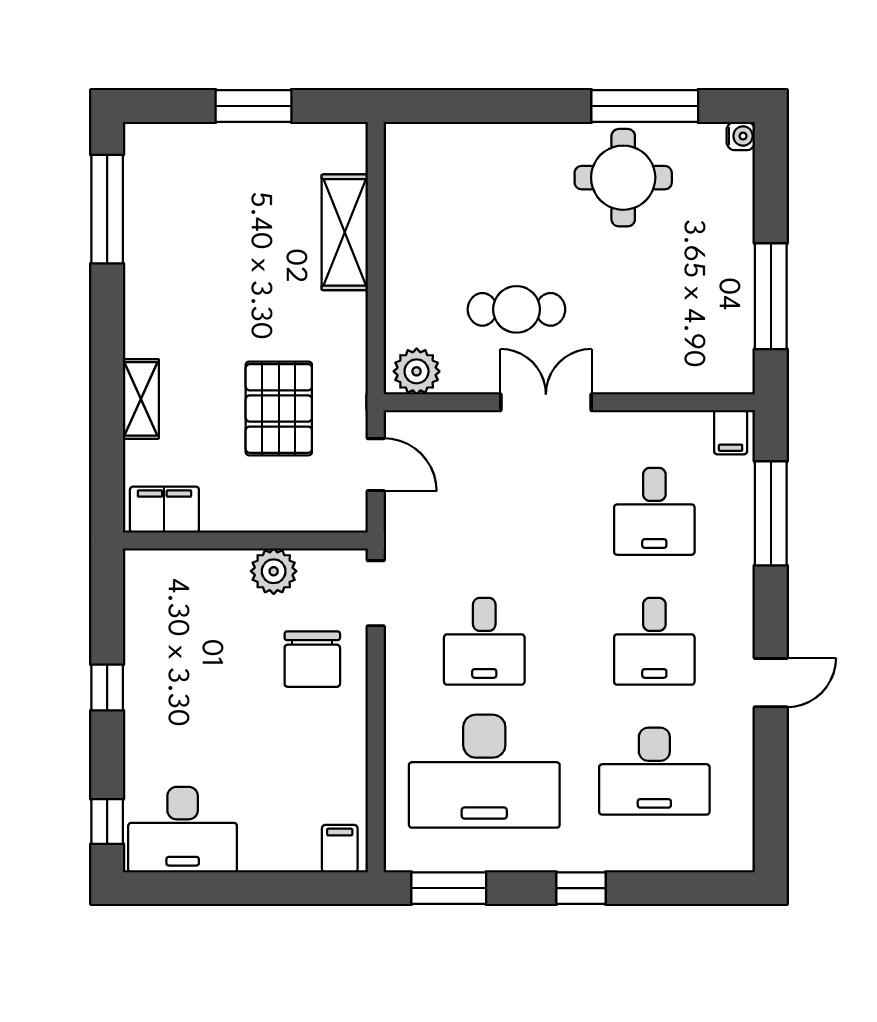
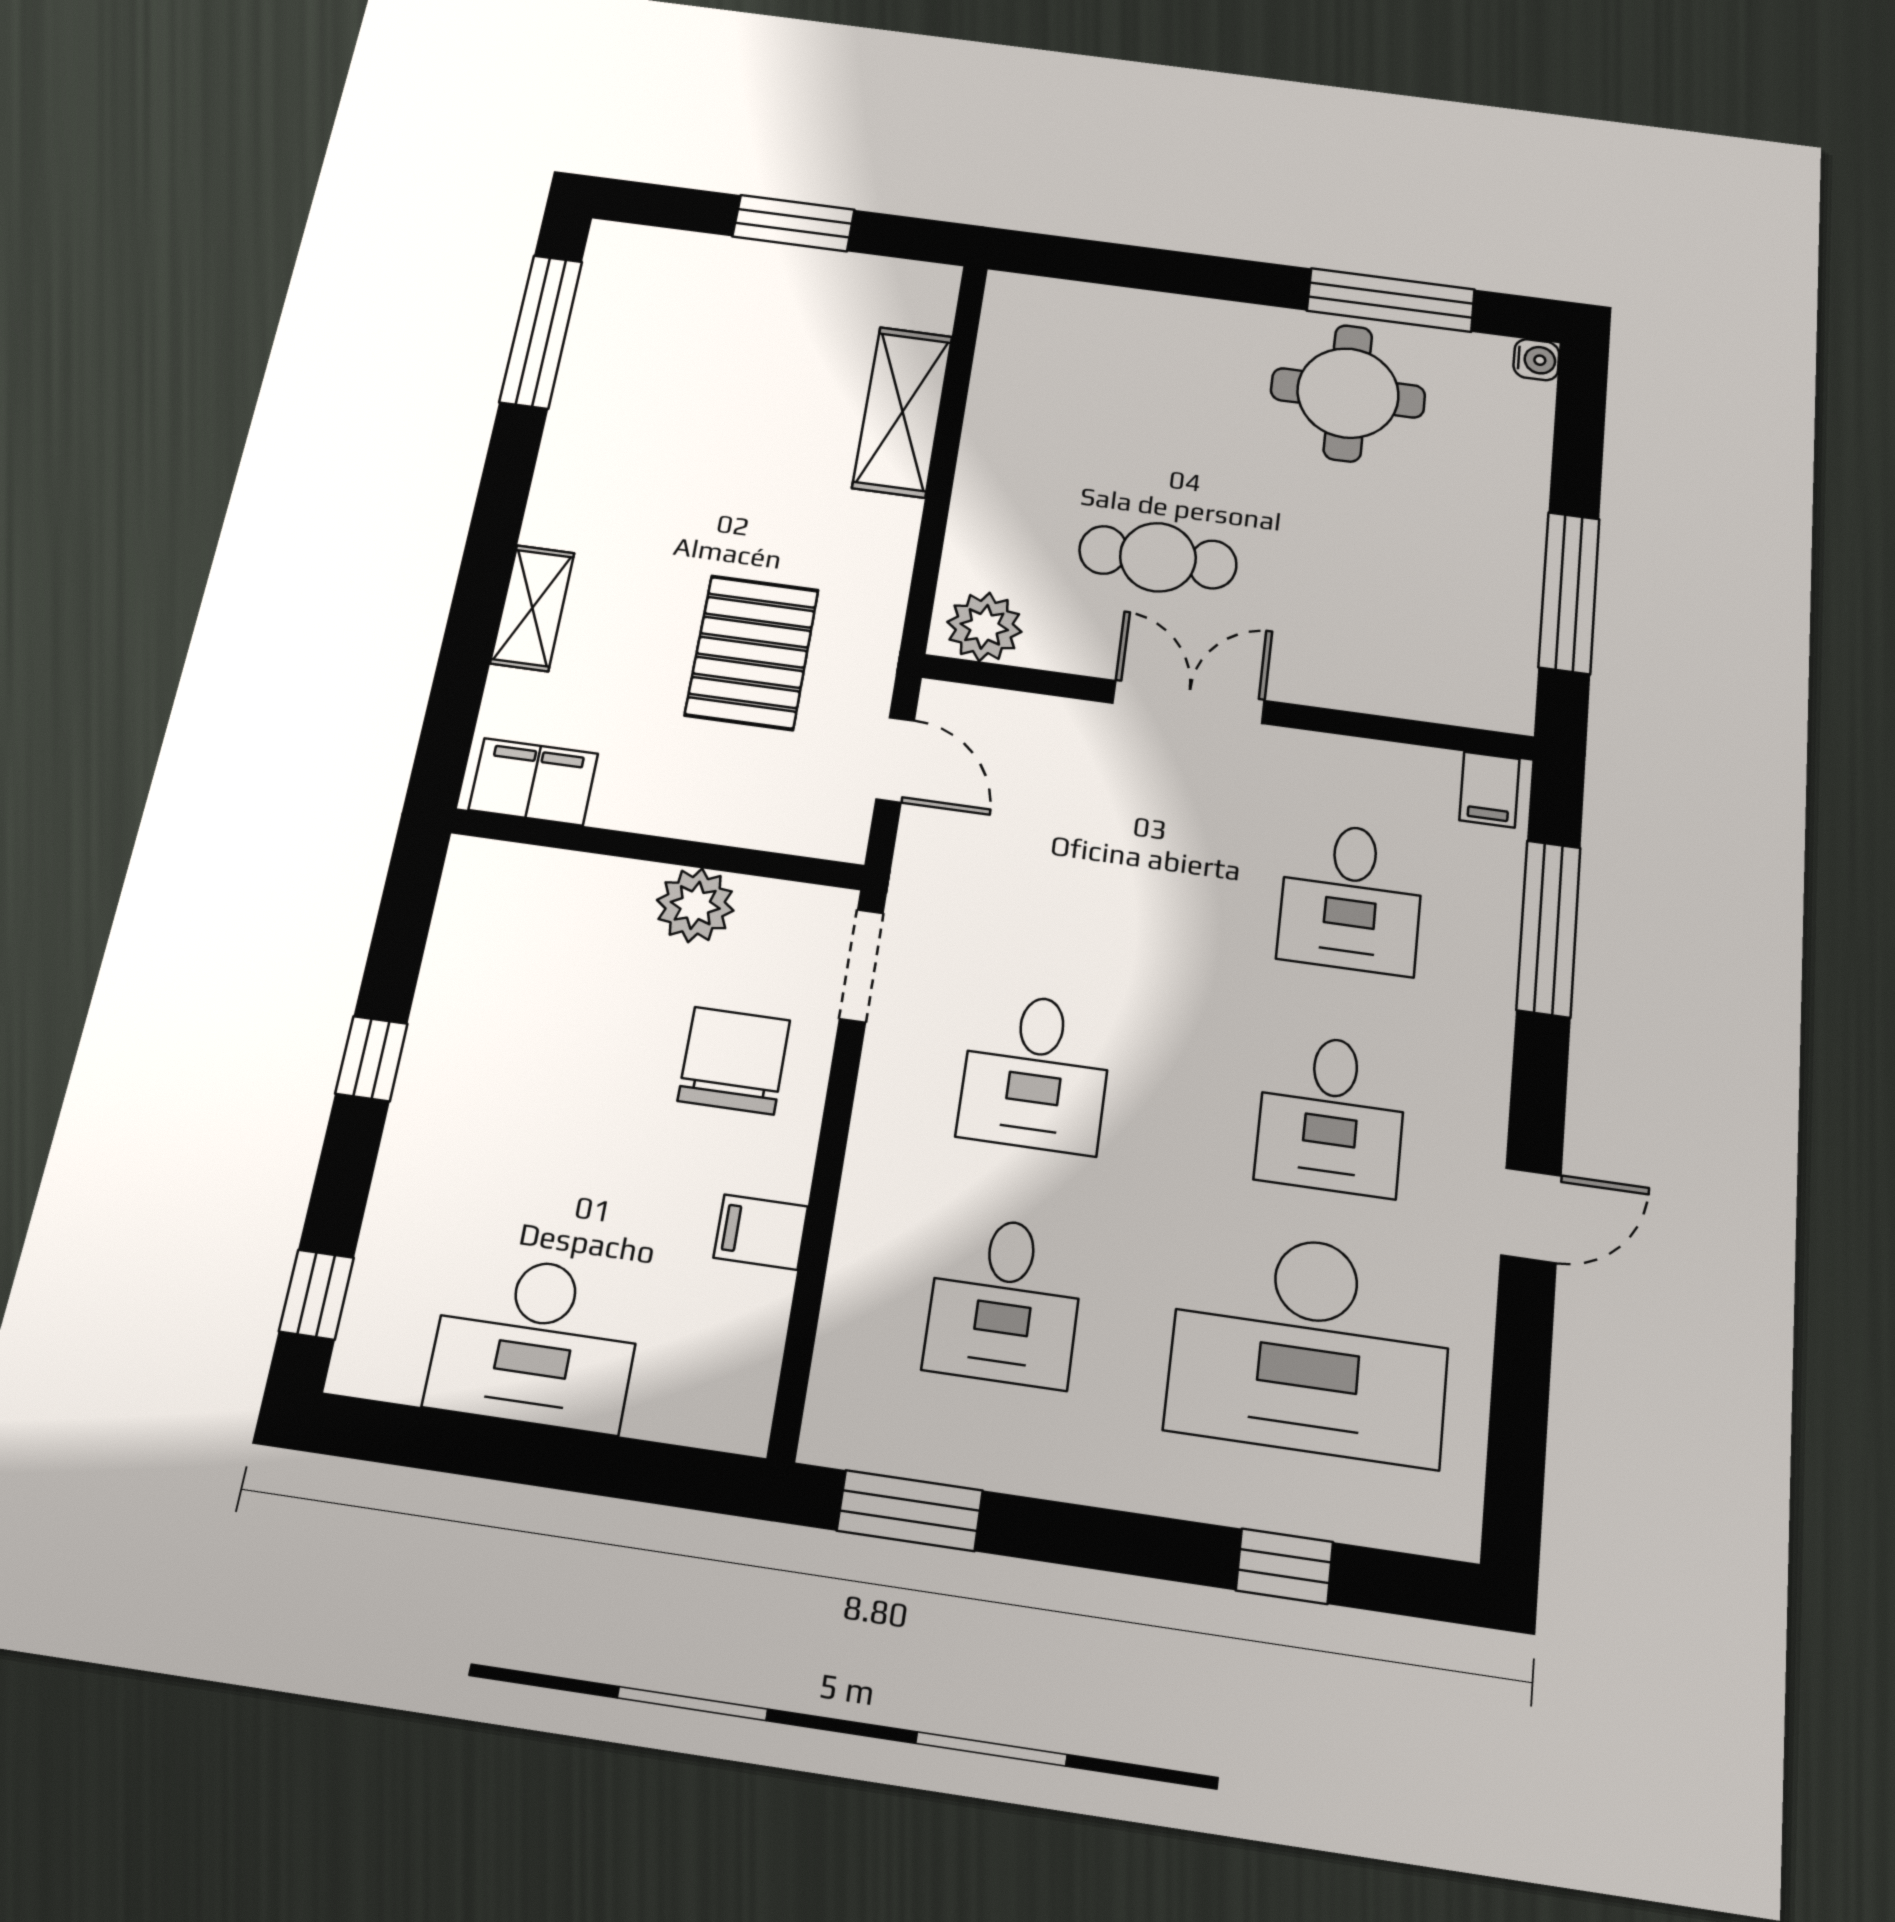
chair: (312, 659) -> (734, 1060), turned 180
desk: (484, 771) -> (1005, 1301), width x0.53, depth x0.77
desk: (654, 771) -> (1310, 1345), width x1.36, depth x1.30
desk: (183, 830) -> (536, 1342), moved
filing cabinet: (340, 849) -> (761, 1232), moved, turned -90
window: (581, 888) -> (1284, 1566), moved

